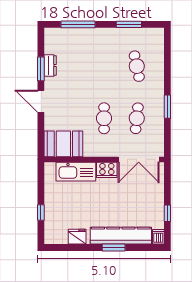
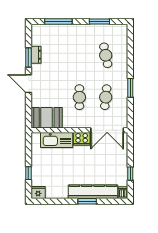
fridge: (77, 237) -> (38, 193), moved

